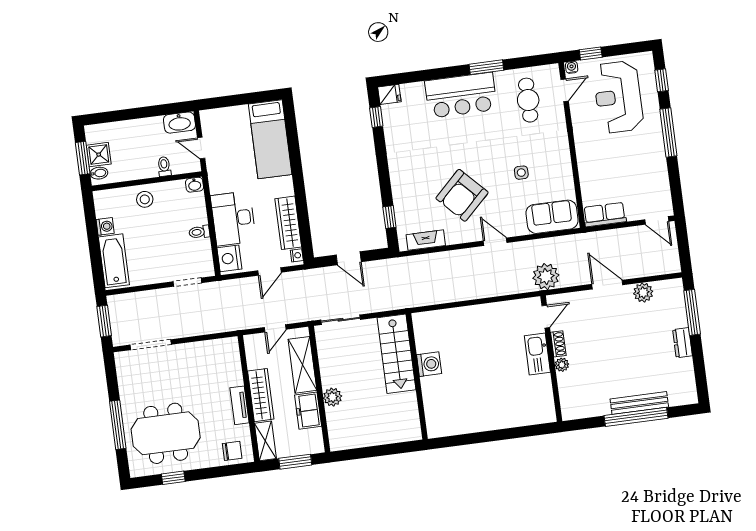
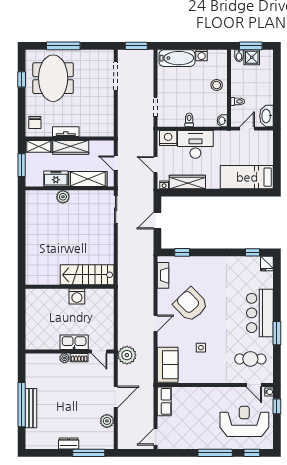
stairs: (396, 354) -> (87, 275), moved
washing machine: (429, 364) -> (77, 296), moved
wall: (417, 376) -> (70, 287), moved

